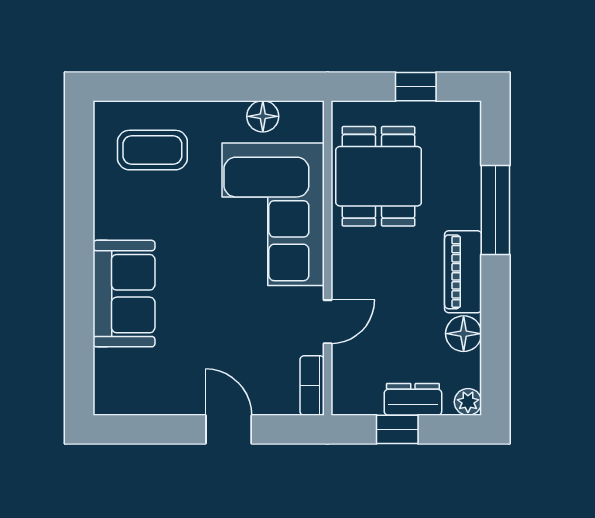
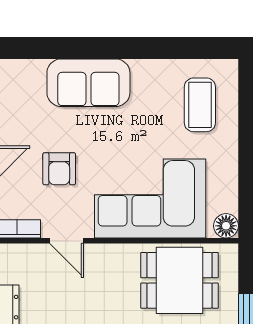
floor lamp: (263, 116) -> (226, 226), moved
armchair: (235, 331) -> (59, 169), added

